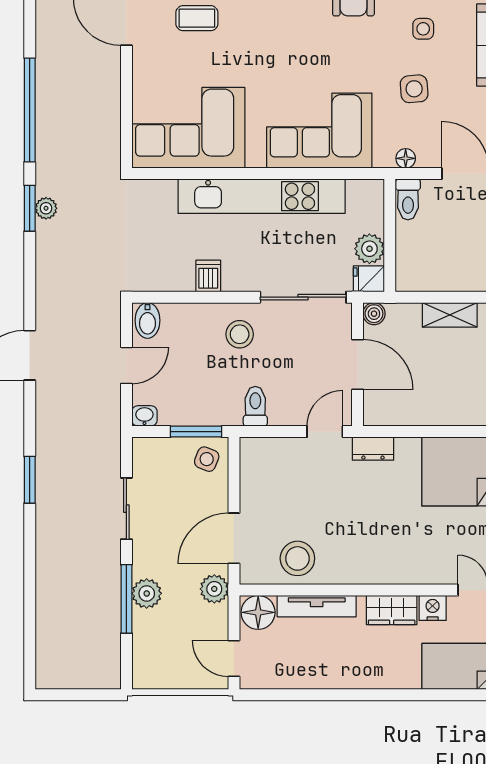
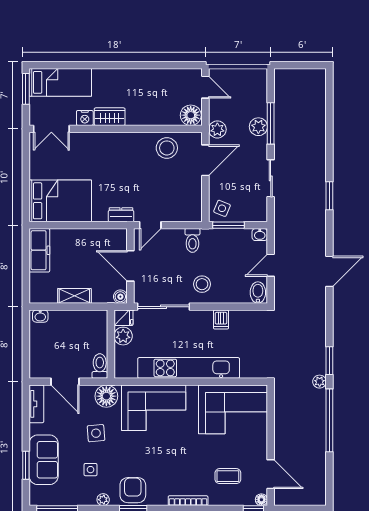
floor lamp: (406, 158) -> (106, 396), width x1.89, depth x1.89
plant: (46, 208) -> (320, 382), moved
tv unit: (317, 606) -> (155, 119), removed

